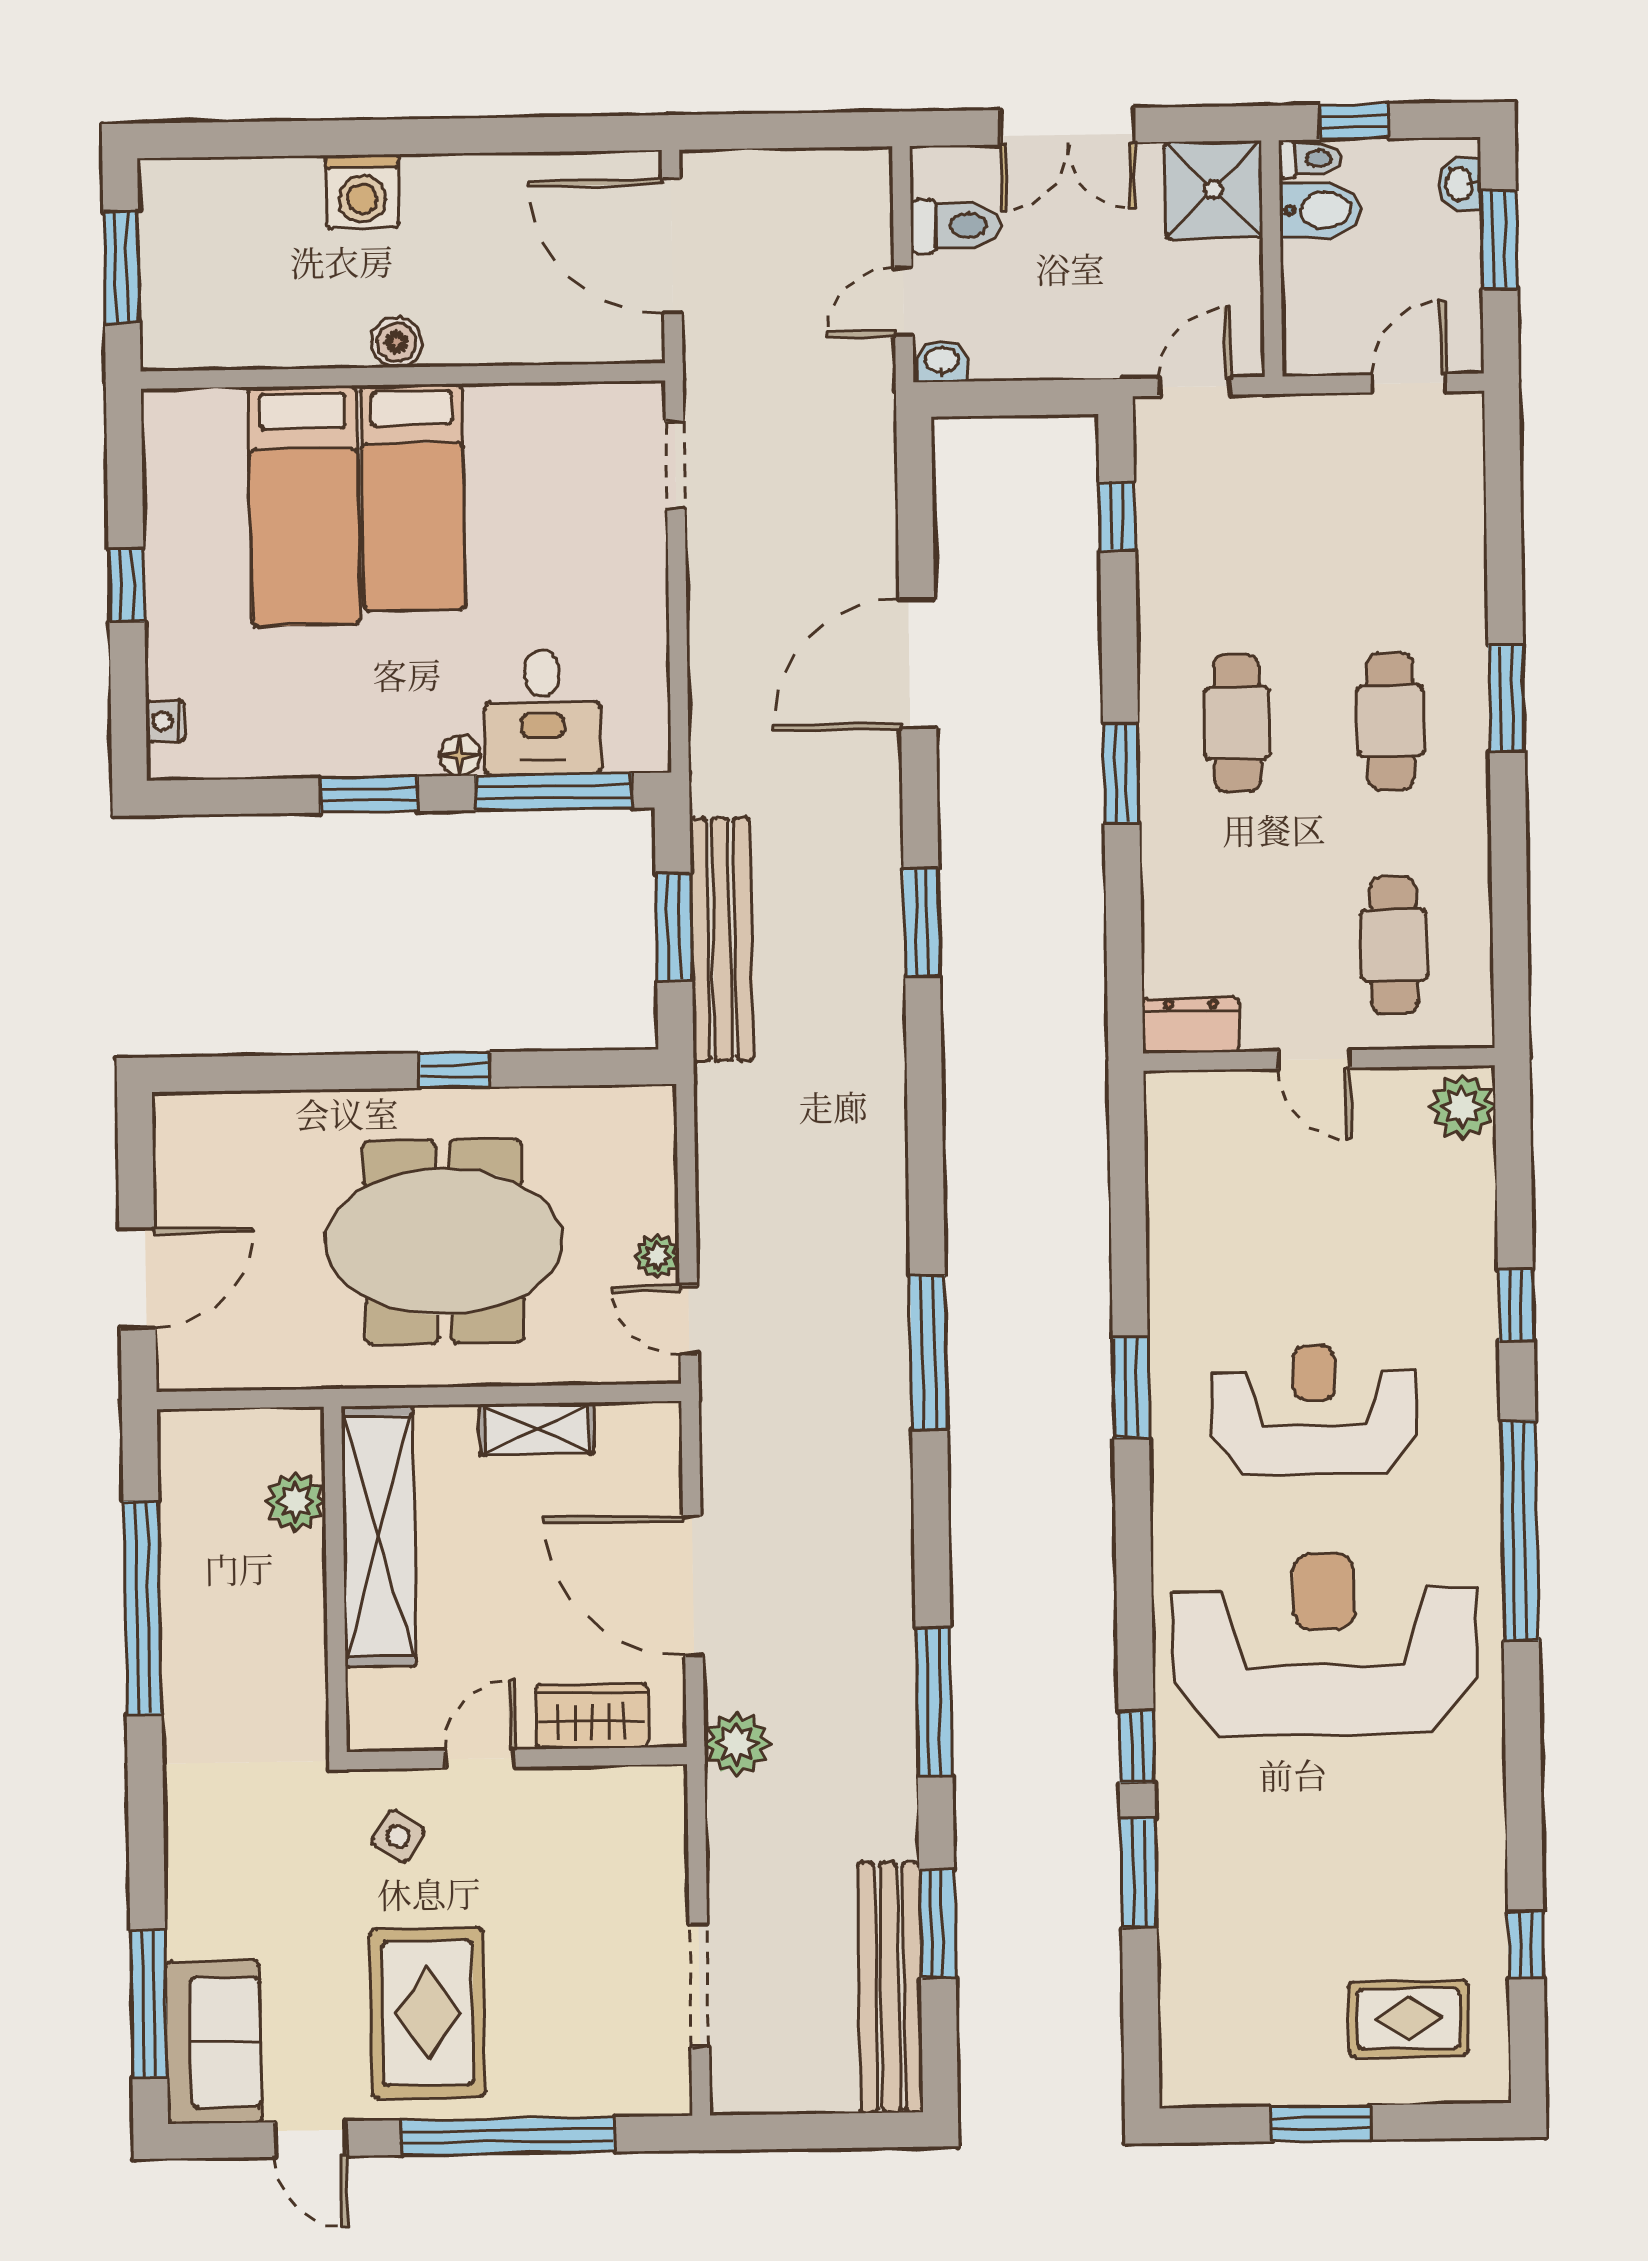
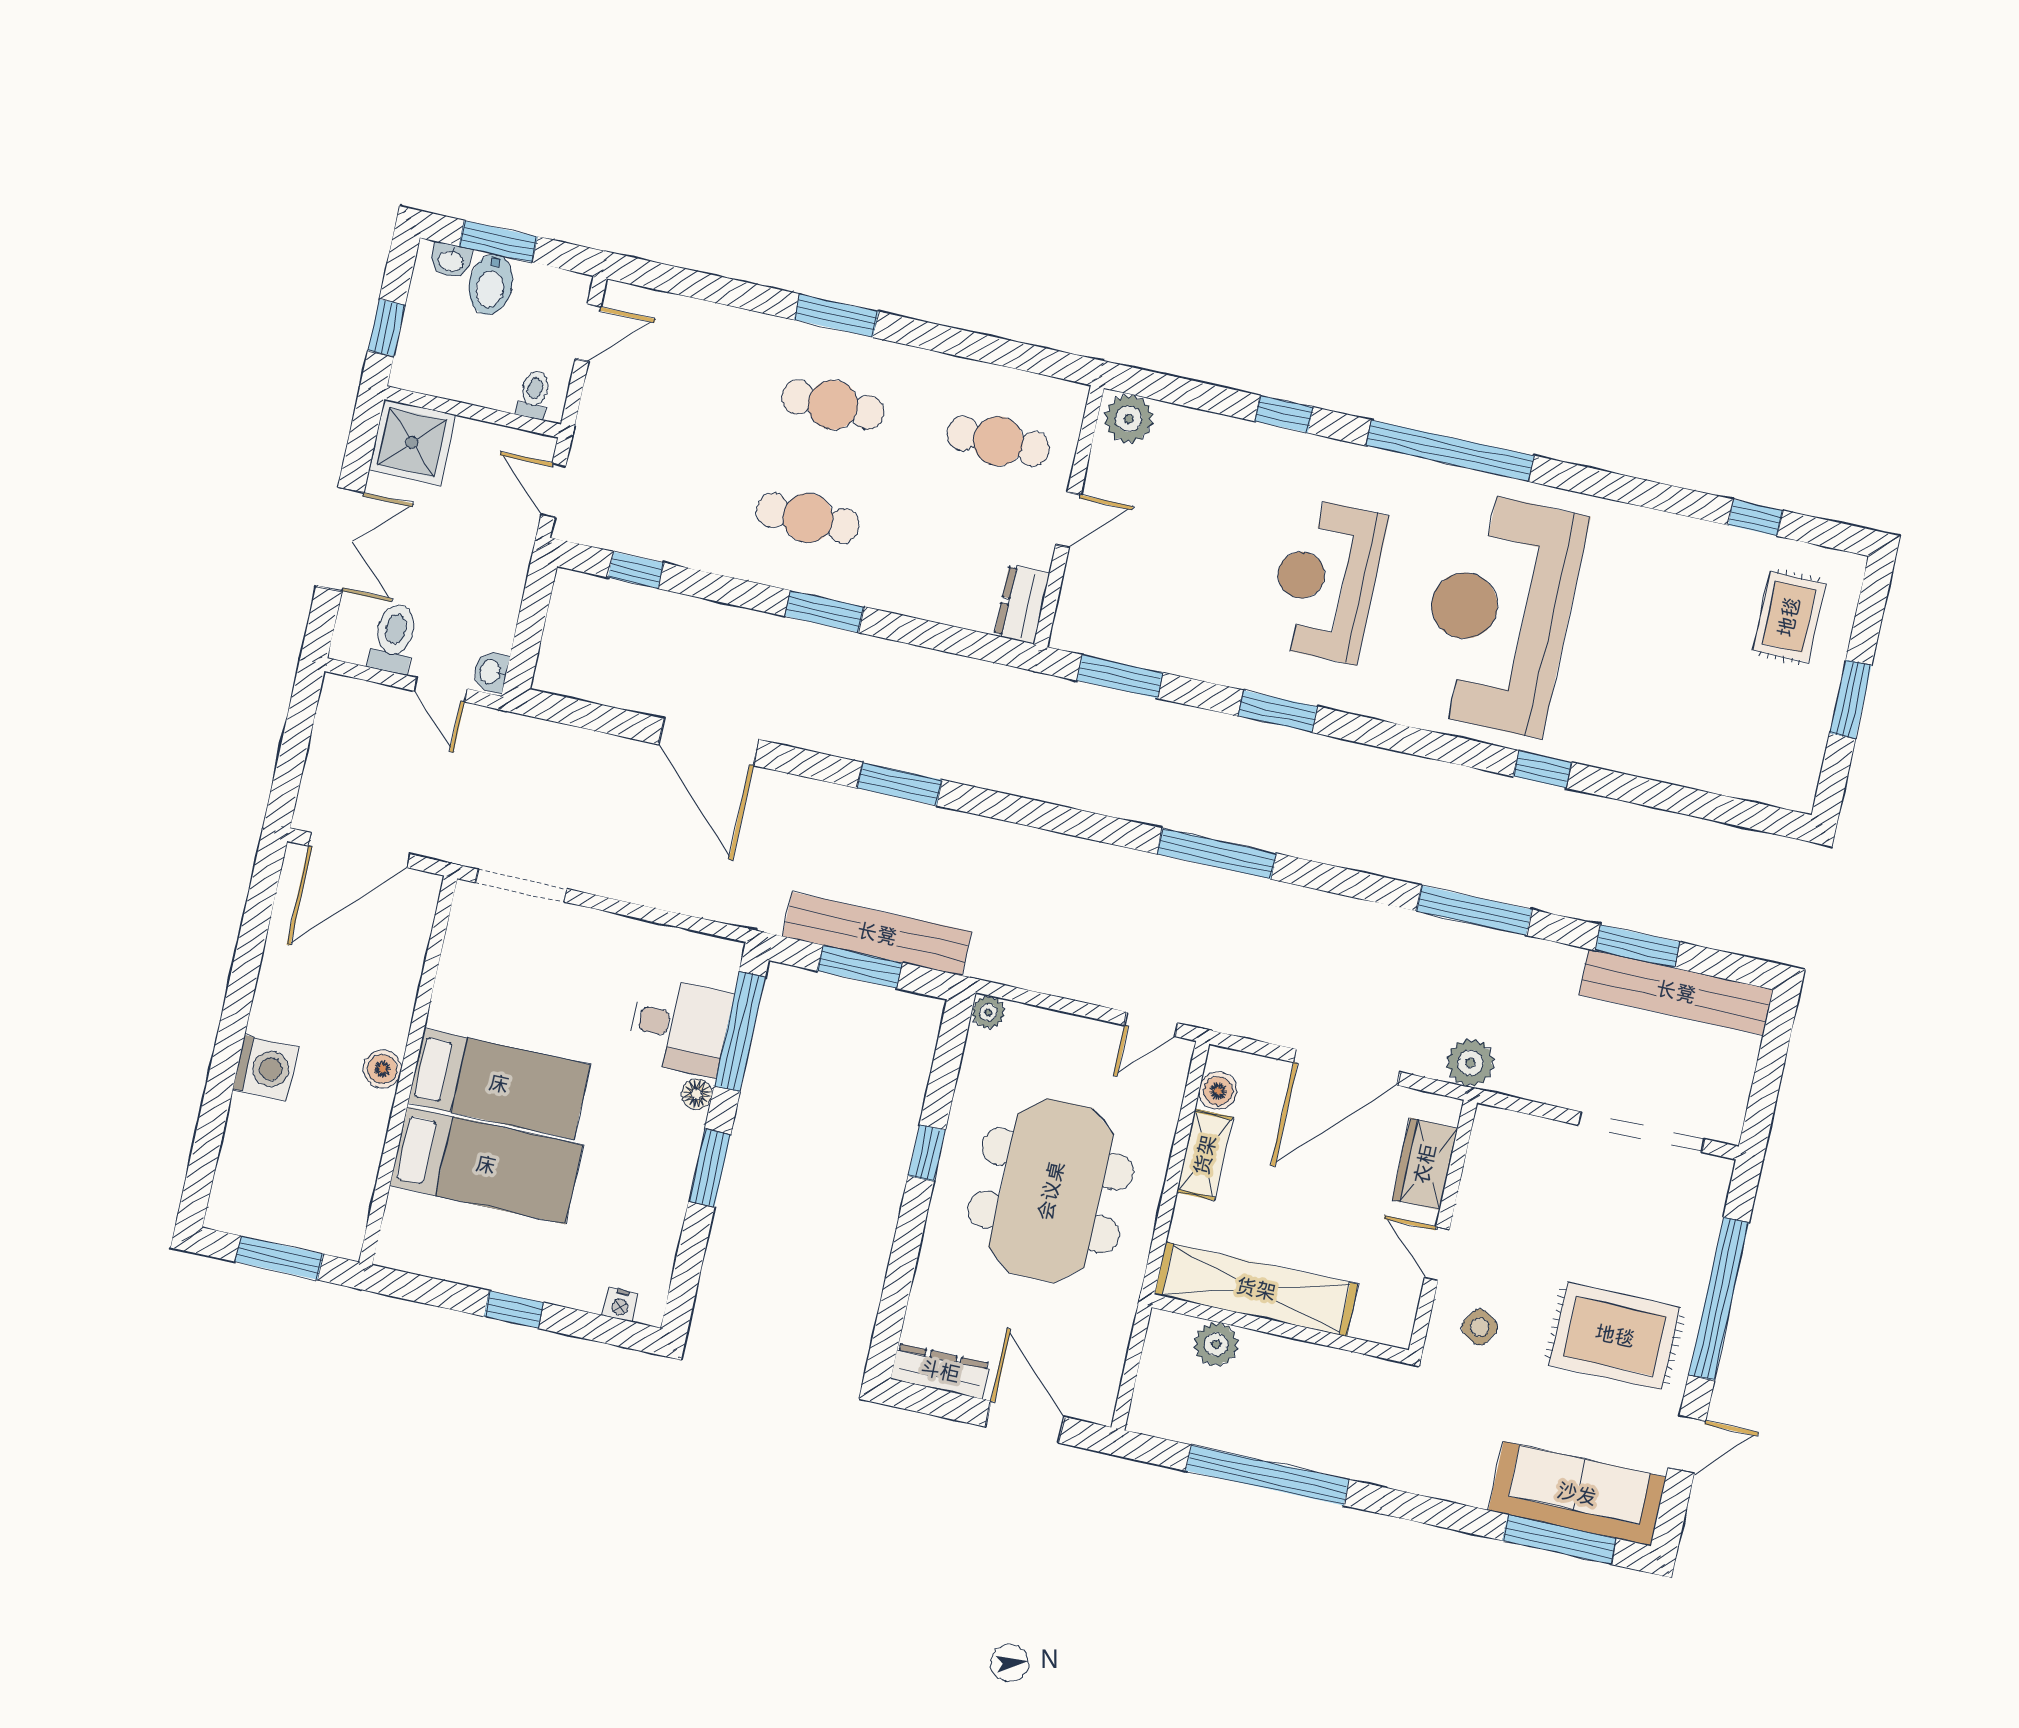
toilet: (1310, 159) -> (534, 395), moved
bidet: (1320, 210) -> (491, 284), moved, turned 180
door: (1409, 383) -> (588, 333), swing flipped
doorway: (675, 465) -> (521, 886), width x1.38
dresser: (177, 1154) -> (940, 1371), added
plant: (657, 1256) -> (988, 1012), moved
boiler: (623, 1427) -> (1218, 1091), added
window: (1139, 1873) -> (1120, 676), moved
doorway: (699, 1985) -> (1641, 1132), width x1.36
sofa: (214, 2042) -> (1577, 1494), width x1.36

